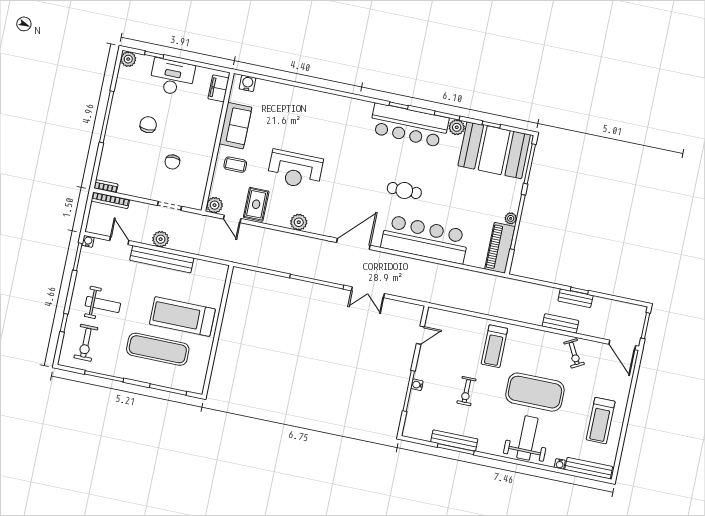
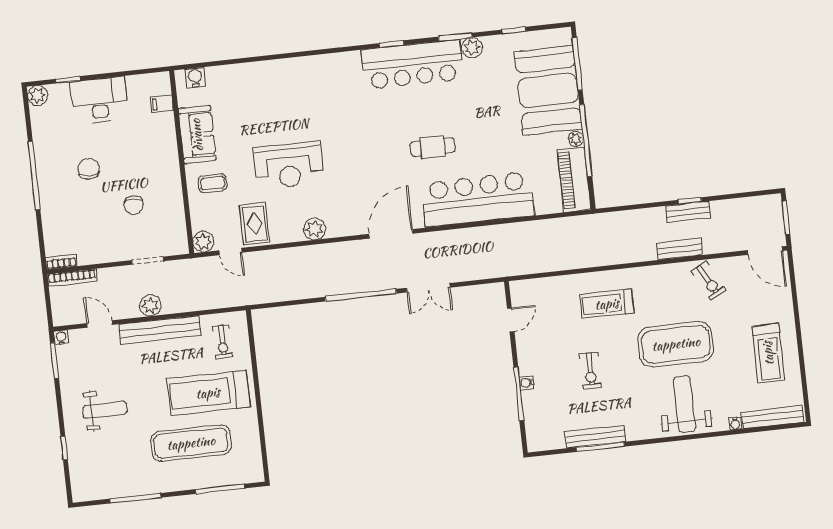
filing cabinet: (218, 88) -> (162, 104), width x0.50
booth: (494, 150) -> (548, 90), moved, turned 90
exercise bike: (86, 343) -> (222, 342), moved, width x0.73, depth x0.72
treadmill: (494, 346) -> (607, 304), turned 90

